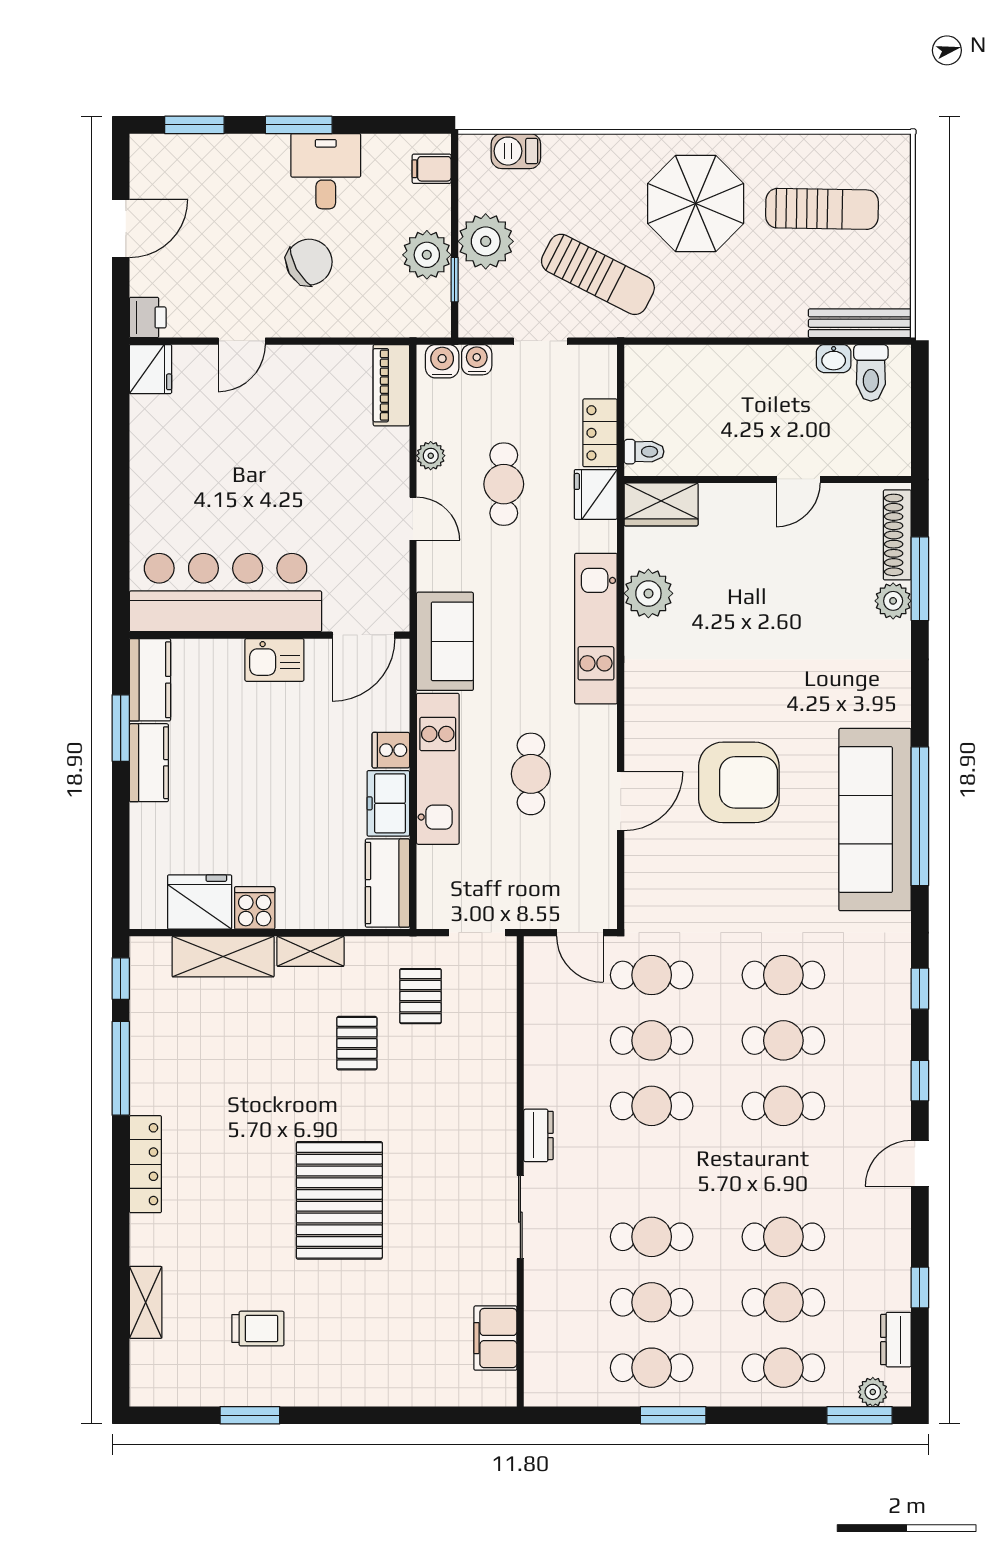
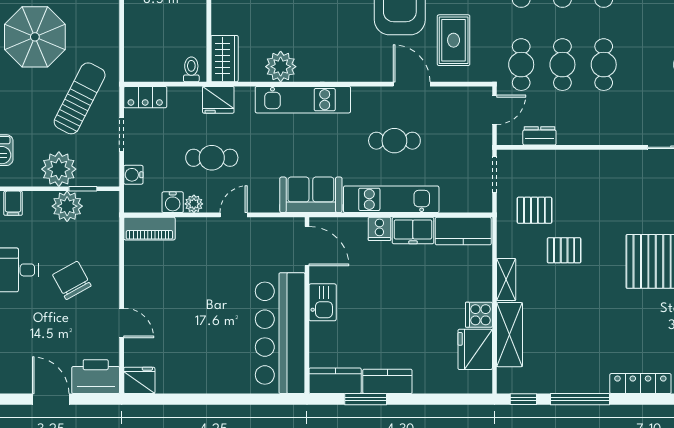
printer: (148, 317) -> (96, 377), width x1.87, depth x1.48
water cooler: (442, 361) -> (173, 202), moved, turned -90
locker: (600, 433) -> (145, 97), moved
rug: (690, 868) -> (454, 40), added
dresser: (538, 1135) -> (539, 136), moved

